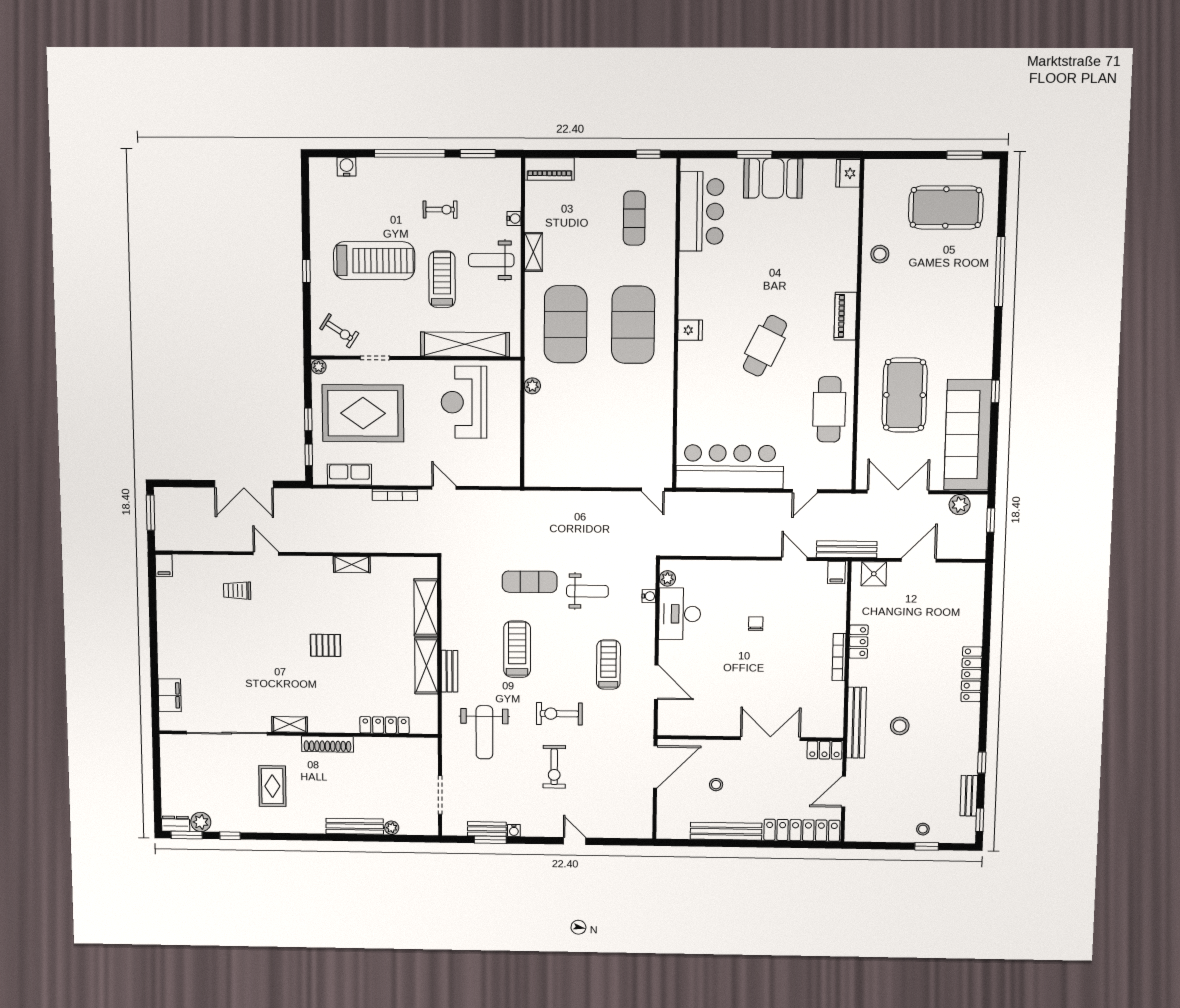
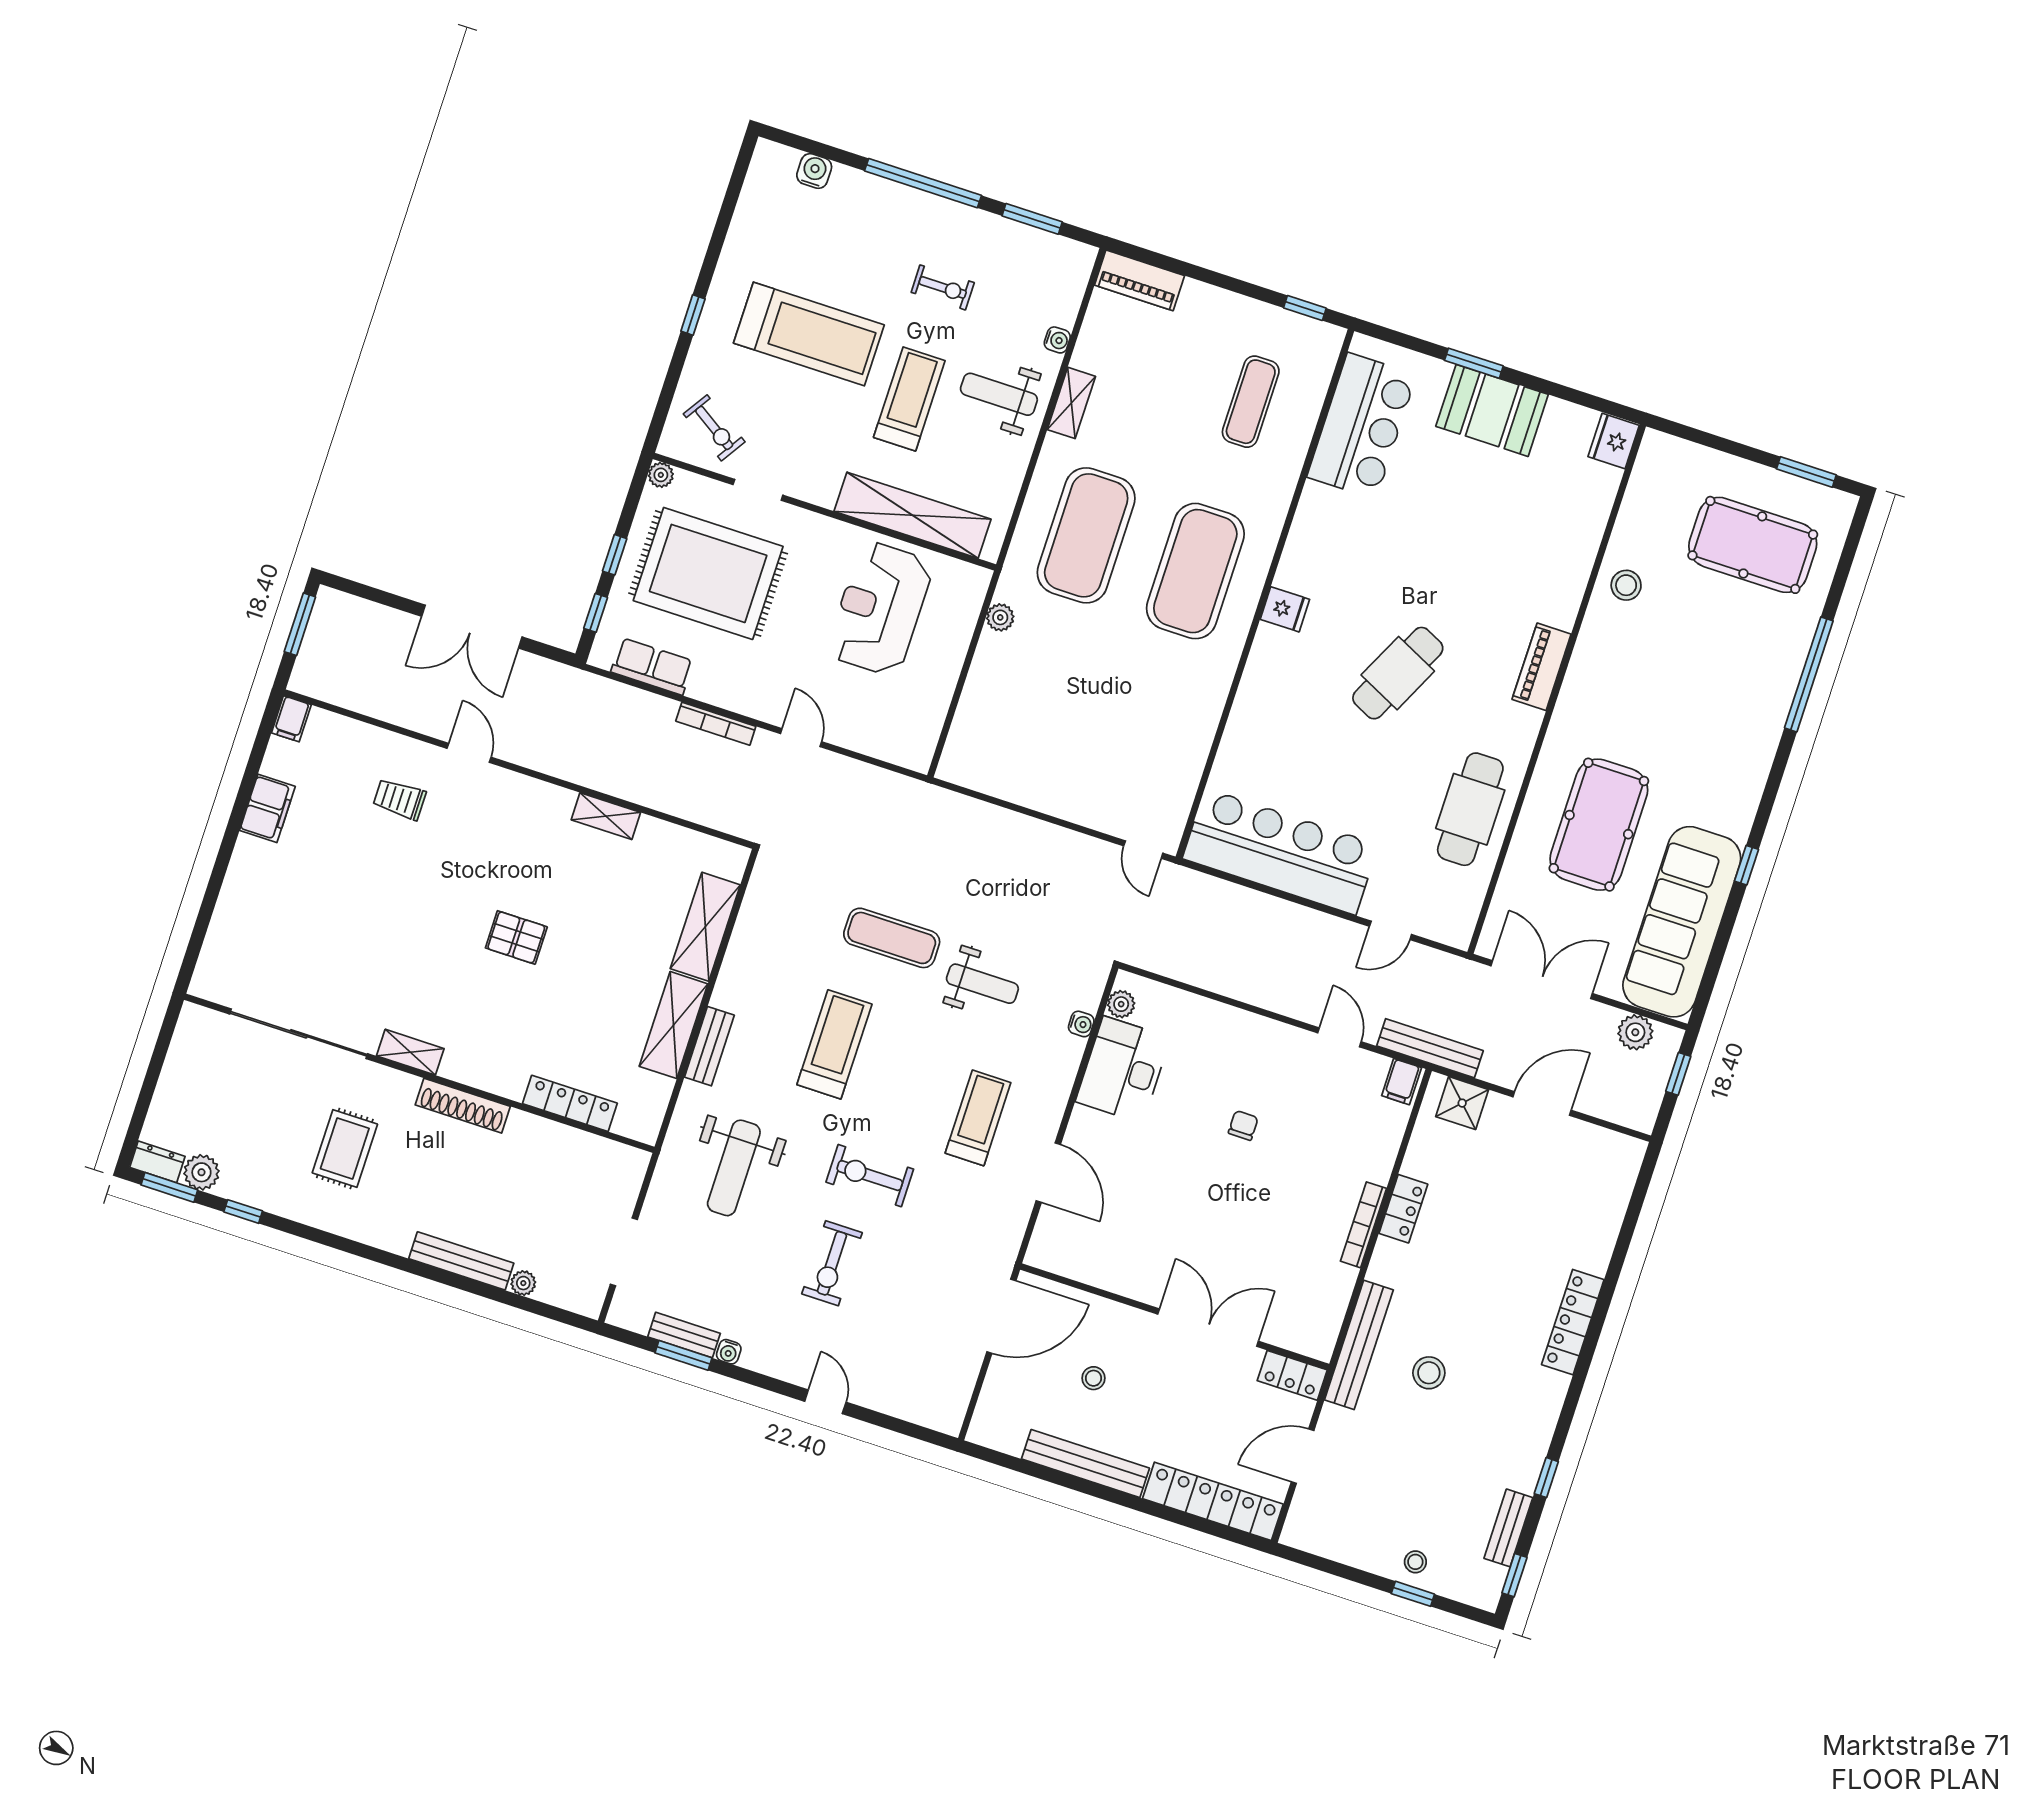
filing cabinet: (170, 695) -> (267, 808), moved

